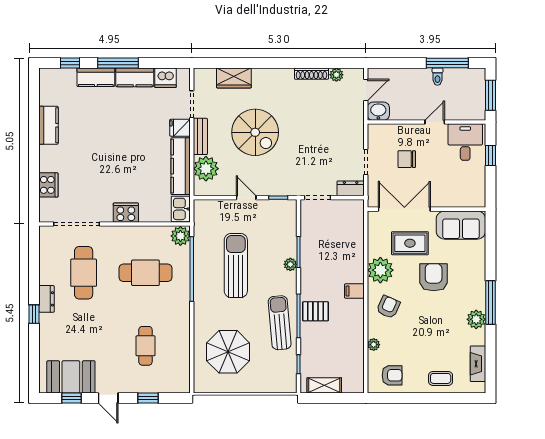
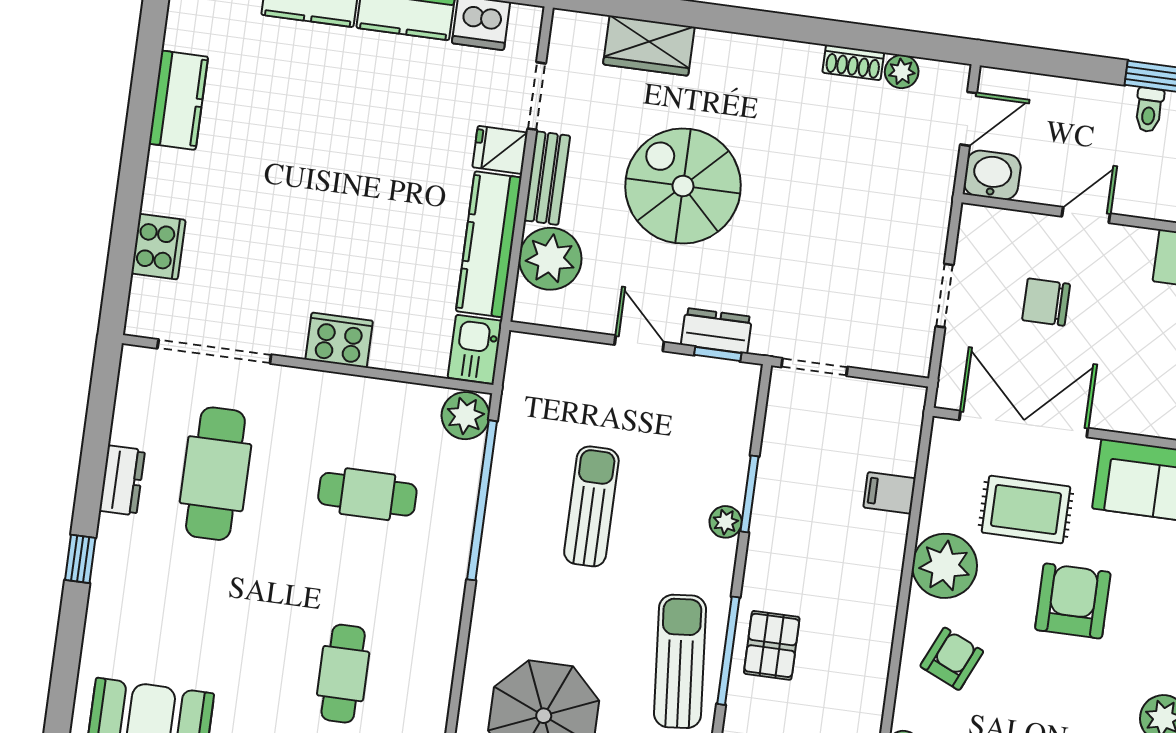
shoe rack: (311, 74) -> (853, 63), width x0.70
door: (435, 122) -> (1086, 215), moved
spiral stairs: (255, 132) -> (683, 186), turned 180
dresser: (351, 188) -> (716, 331), moved
sun lounger: (236, 265) -> (591, 506), width x0.73, depth x0.75
cafe table: (145, 273) -> (367, 494), width x0.73, depth x0.74
filing cabinet: (354, 291) -> (889, 493), moved
dresser: (47, 299) -> (122, 480), moved
pallet: (315, 311) -> (772, 645), turned 90

